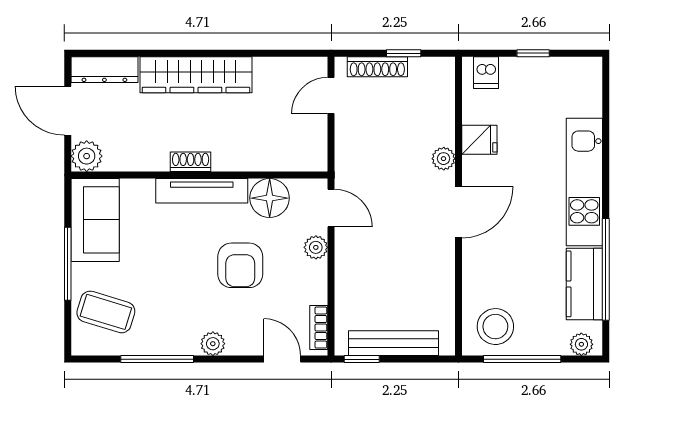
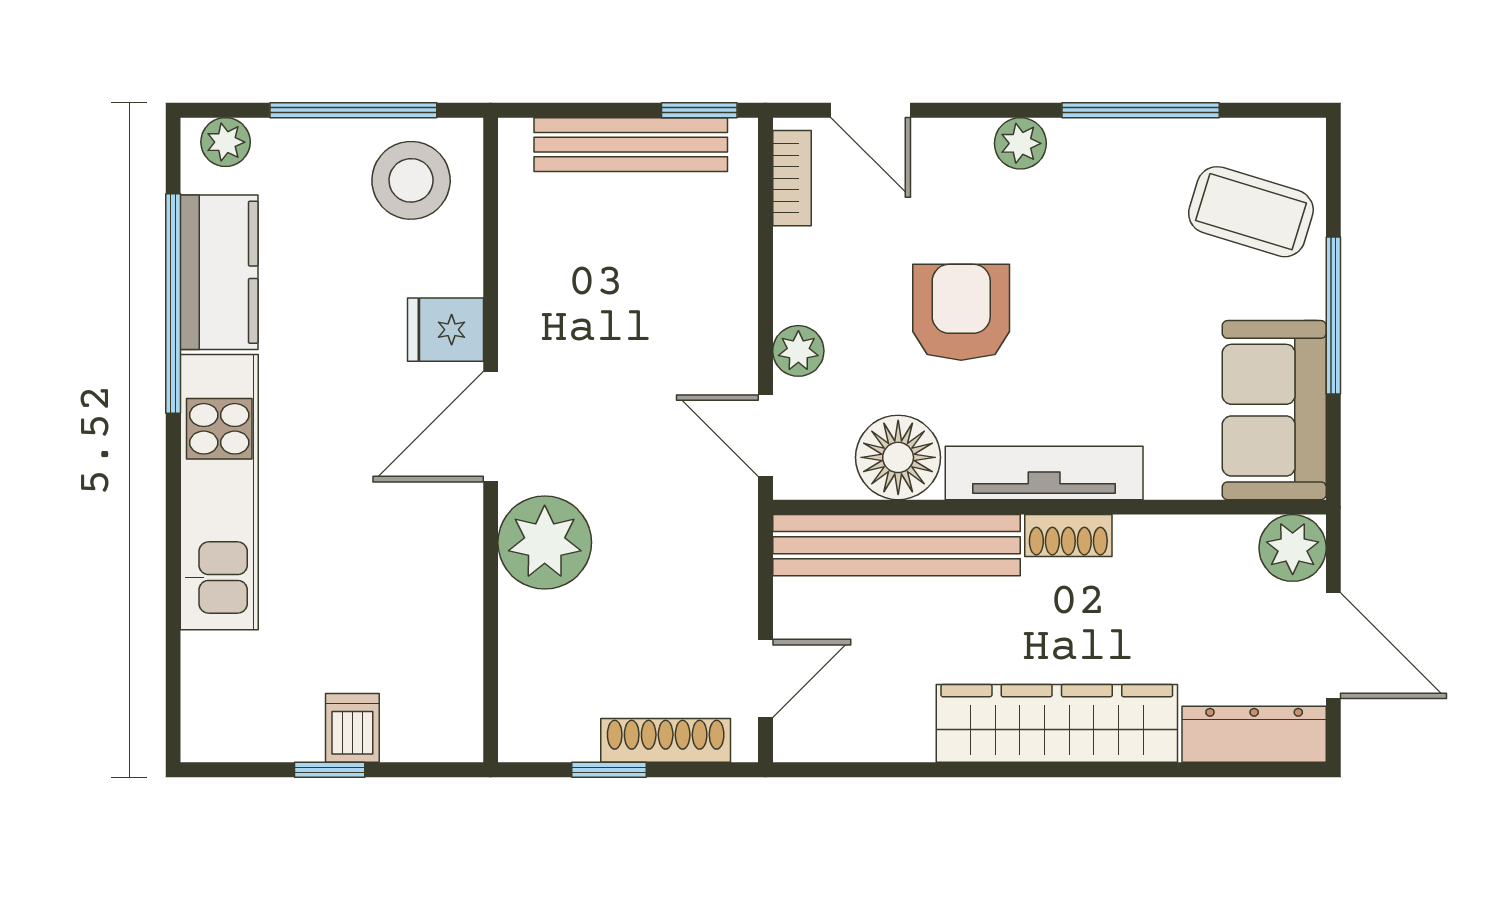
dishwasher: (486, 73) -> (352, 728), moved
fridge: (479, 140) -> (445, 330), moved
bench: (270, 157) -> (896, 545), added
plant: (444, 159) -> (545, 542), width x1.87, depth x1.87

